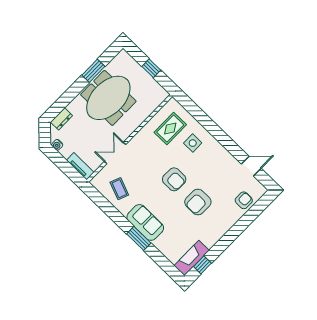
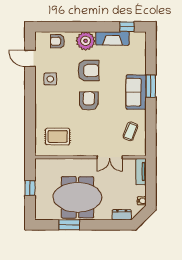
side table: (193, 143) -> (50, 79), moved
plant: (223, 222) -> (86, 41), added
fireplace: (192, 258) -> (113, 38), moved

